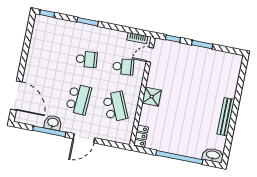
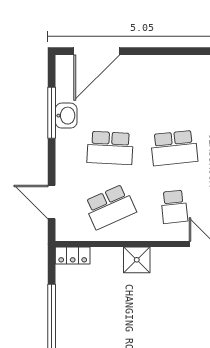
school desk: (87, 59) -> (174, 148), width x1.85
door: (84, 138) -> (52, 202), moved

